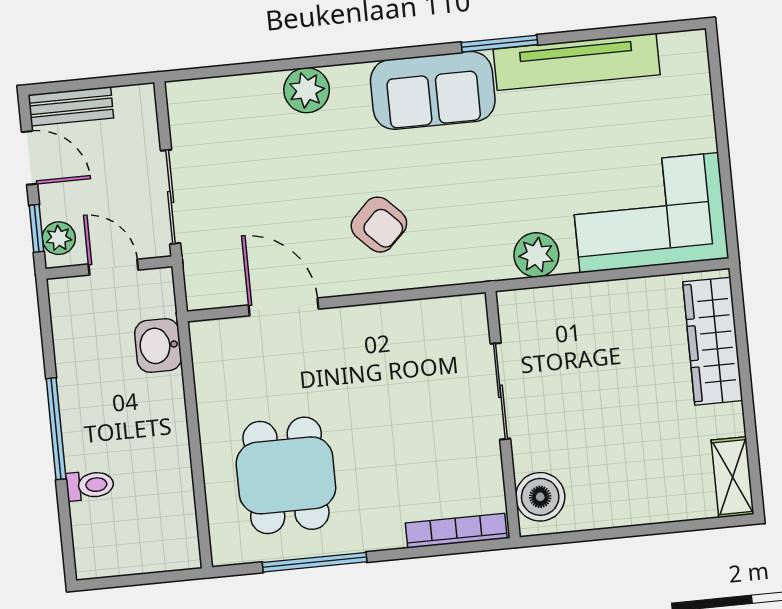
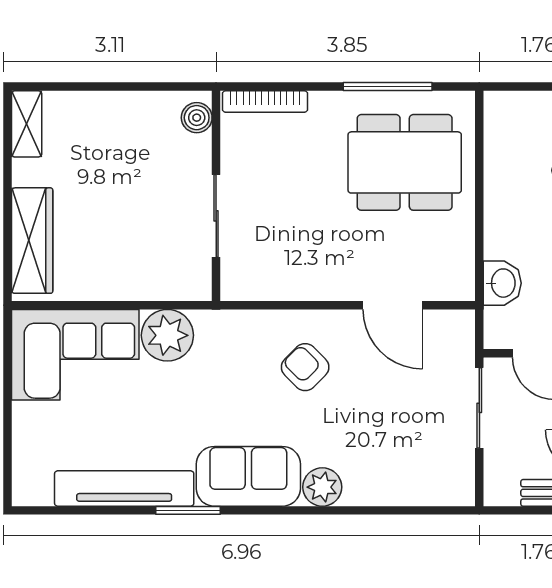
plant: (307, 90) -> (322, 487), moved
plant: (536, 255) -> (167, 335), width x1.36, depth x1.36
dining table: (286, 475) -> (405, 162), width x1.38
boiler: (540, 497) -> (197, 118), width x0.73, depth x0.73

